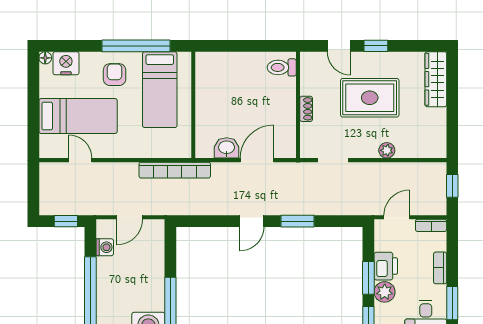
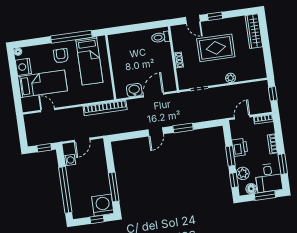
nightstand: (66, 63) -> (23, 67), moved, turned -90
plant: (385, 292) -> (243, 173), moved

